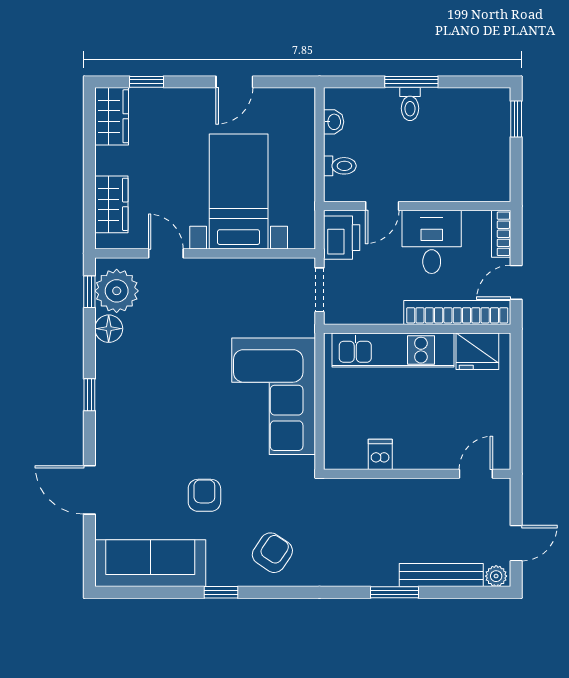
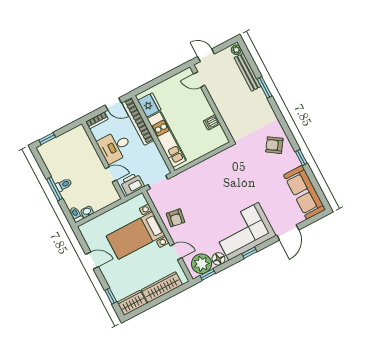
toilet: (340, 166) -> (76, 215), moved
wardrobe: (111, 204) -> (162, 287), width x1.50
door: (166, 253) -> (176, 252), swing flipped
corner sofa: (274, 396) -> (244, 231), moved, turned 180
armchair: (204, 495) -> (176, 218), moved, turned -81
door: (516, 543) -> (206, 55), moved

